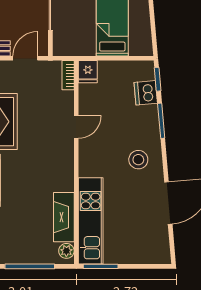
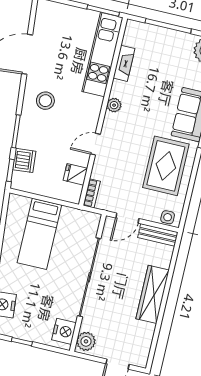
fridge: (88, 72) -> (75, 174), moved, turned -90
fireplace: (64, 217) -> (124, 63), width x0.73, depth x0.76
plant: (66, 251) -> (114, 105), moved

